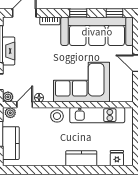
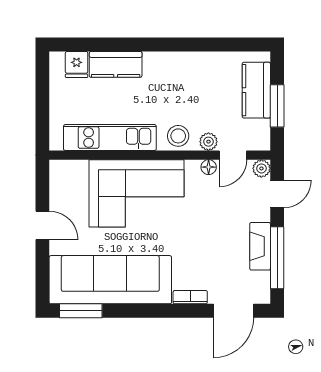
window: (78, 13) -> (142, 311), removed
window: (114, 13) -> (81, 311), width x1.50
plant: (10, 113) -> (208, 142), moved
kitchen counter: (81, 158) -> (116, 64), moved

